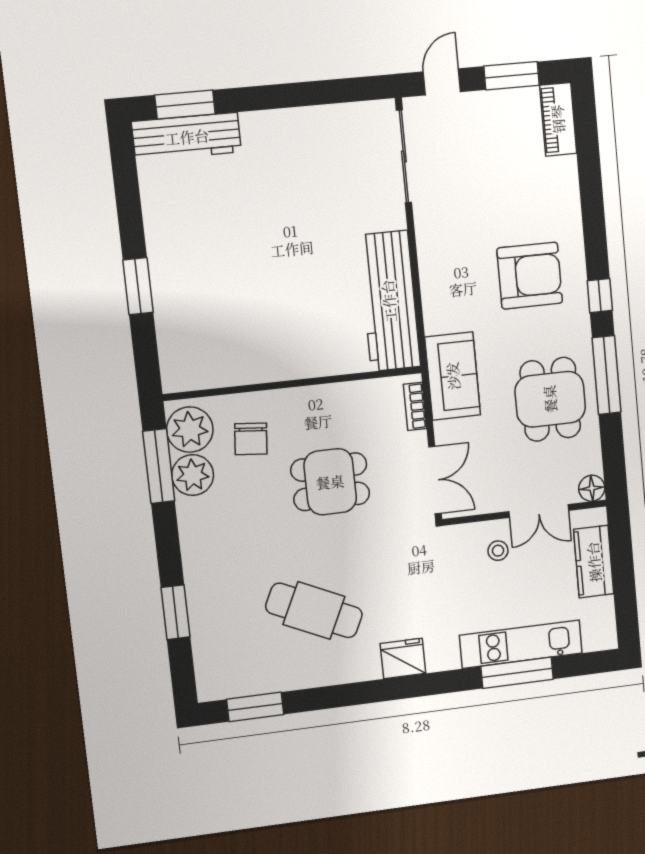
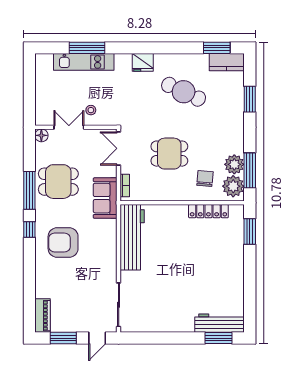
window: (138, 286) -> (250, 232), moved
locker: (236, 372) -> (208, 211), added
dining table: (550, 399) -> (58, 182), turned 90
kitchen counter: (594, 562) -> (227, 62), moved, turned 90

